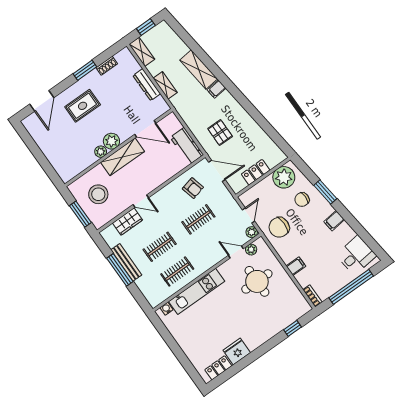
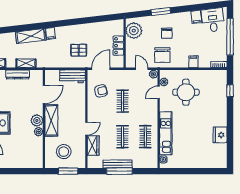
chair: (302, 200) -> (167, 33), moved
filing cabinet: (334, 221) -> (196, 17), moved
locker: (218, 368) -> (222, 153), removed

